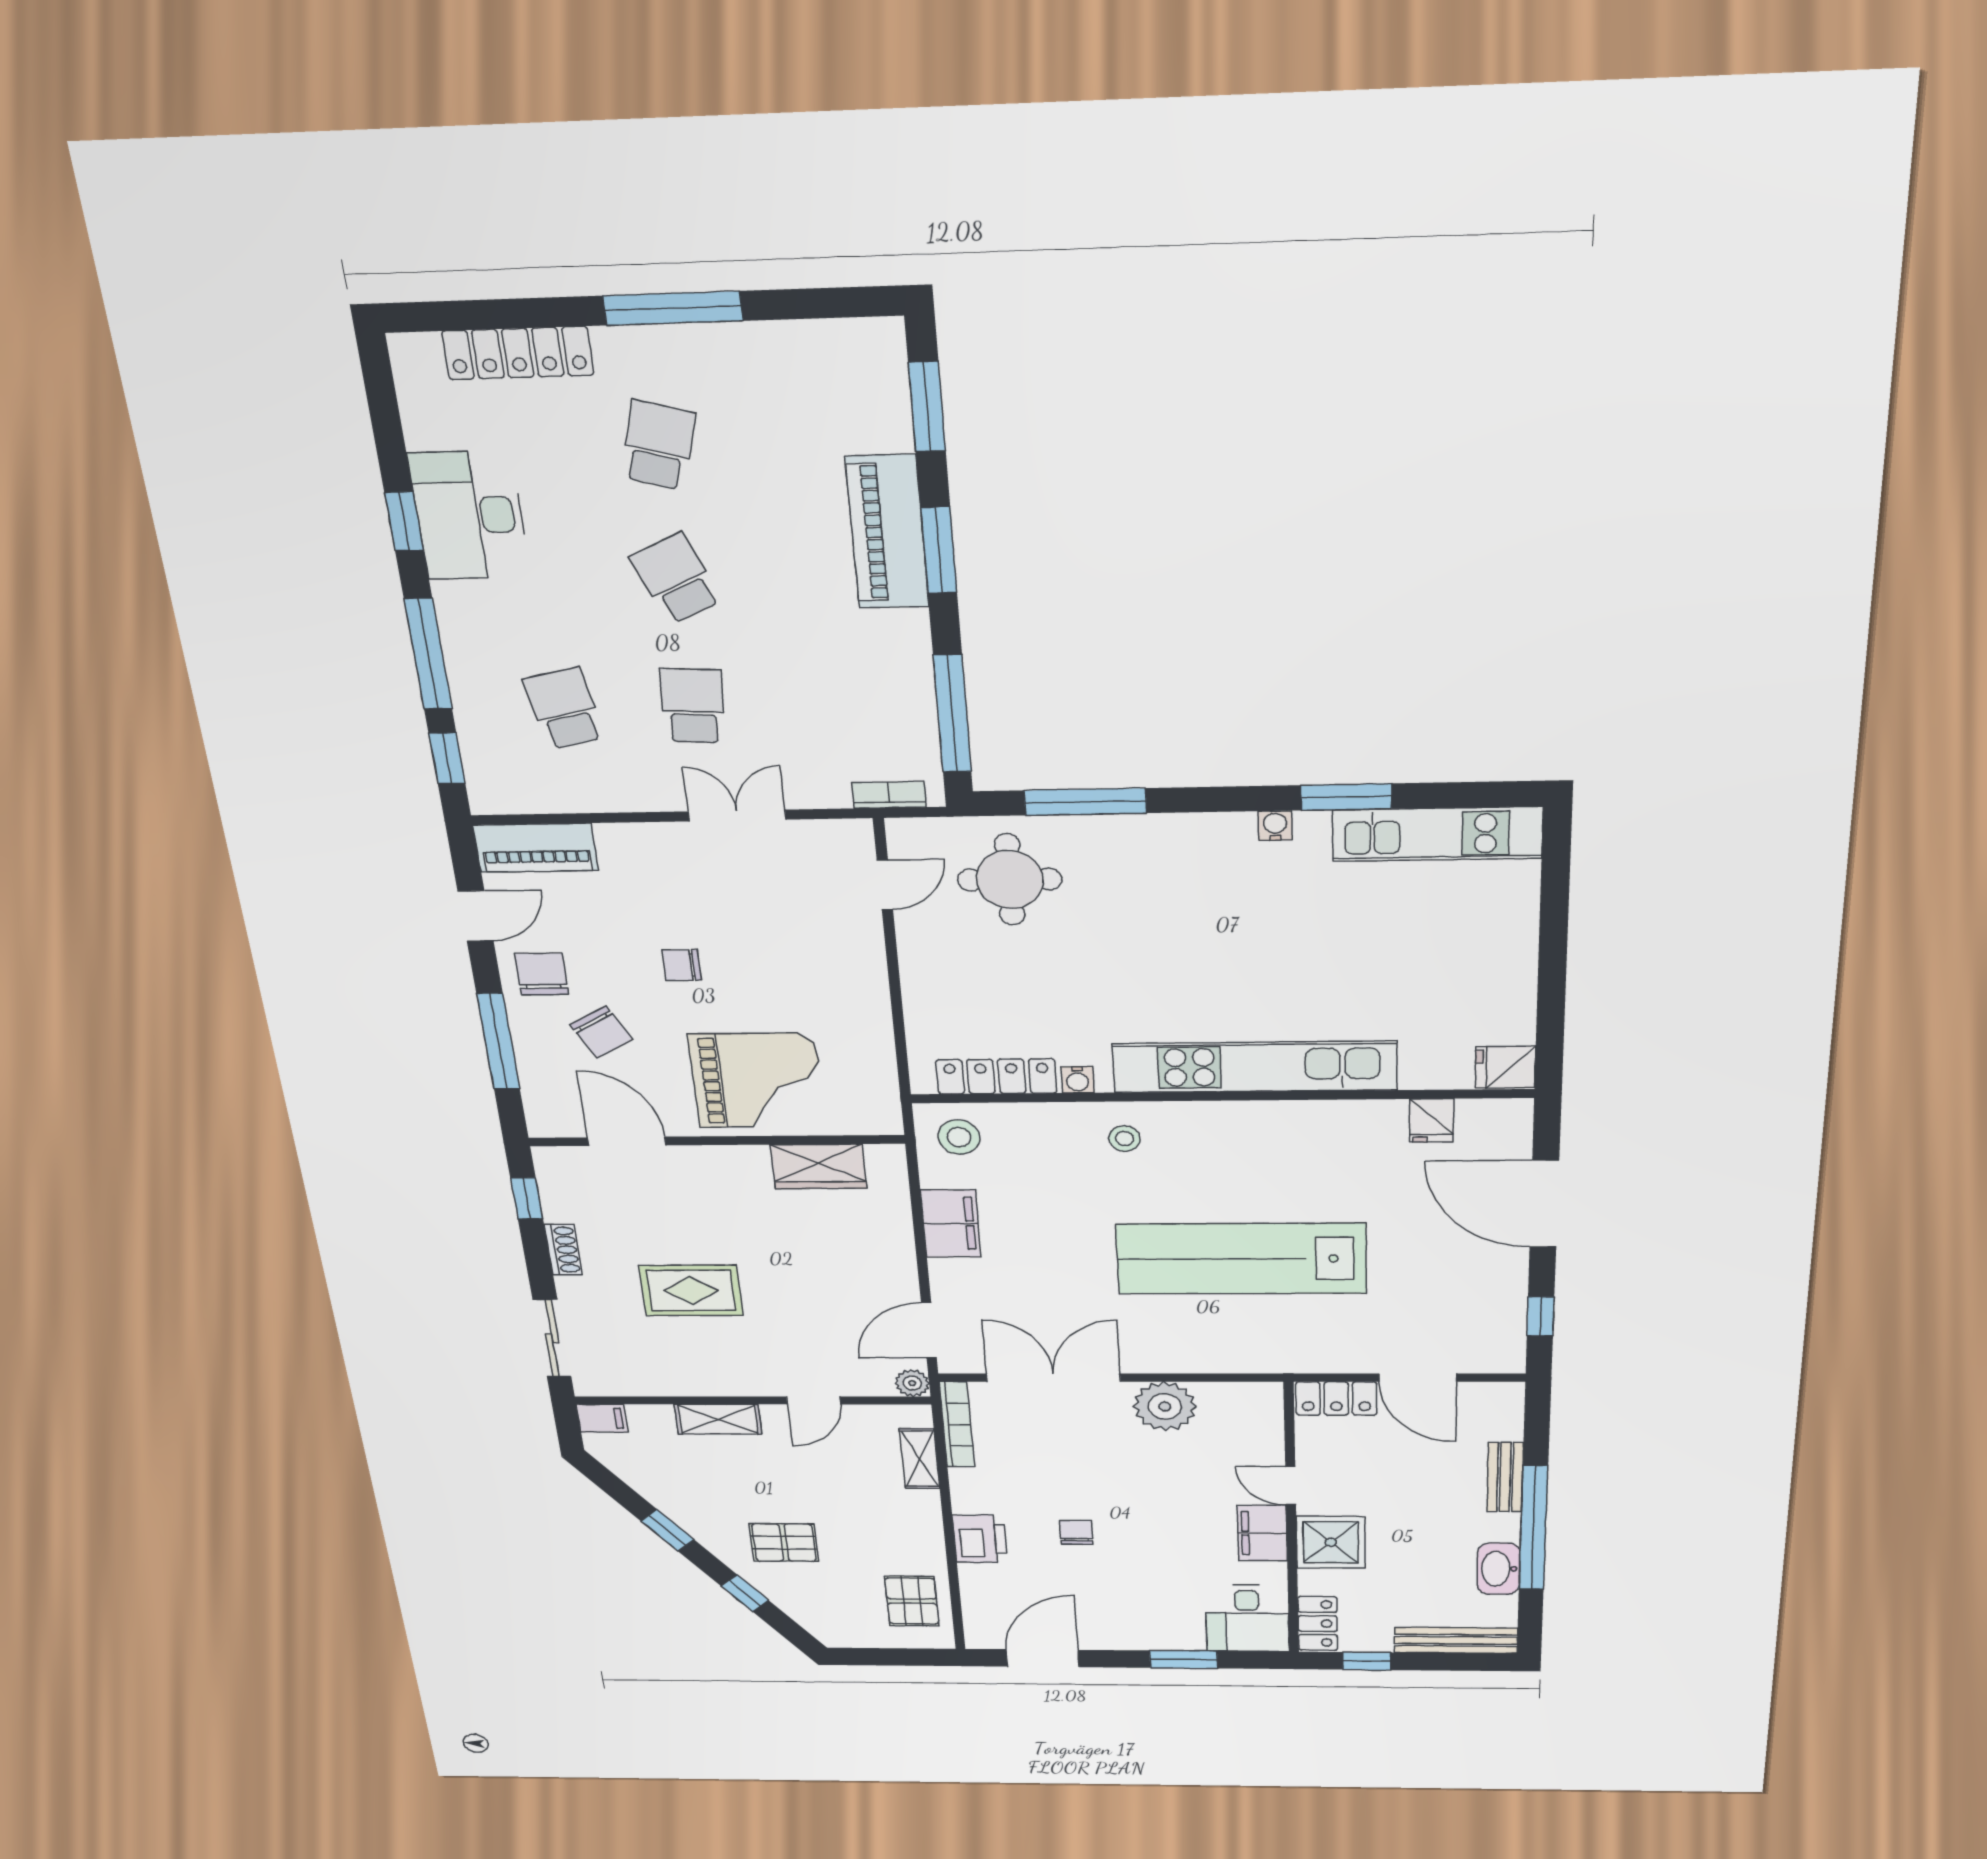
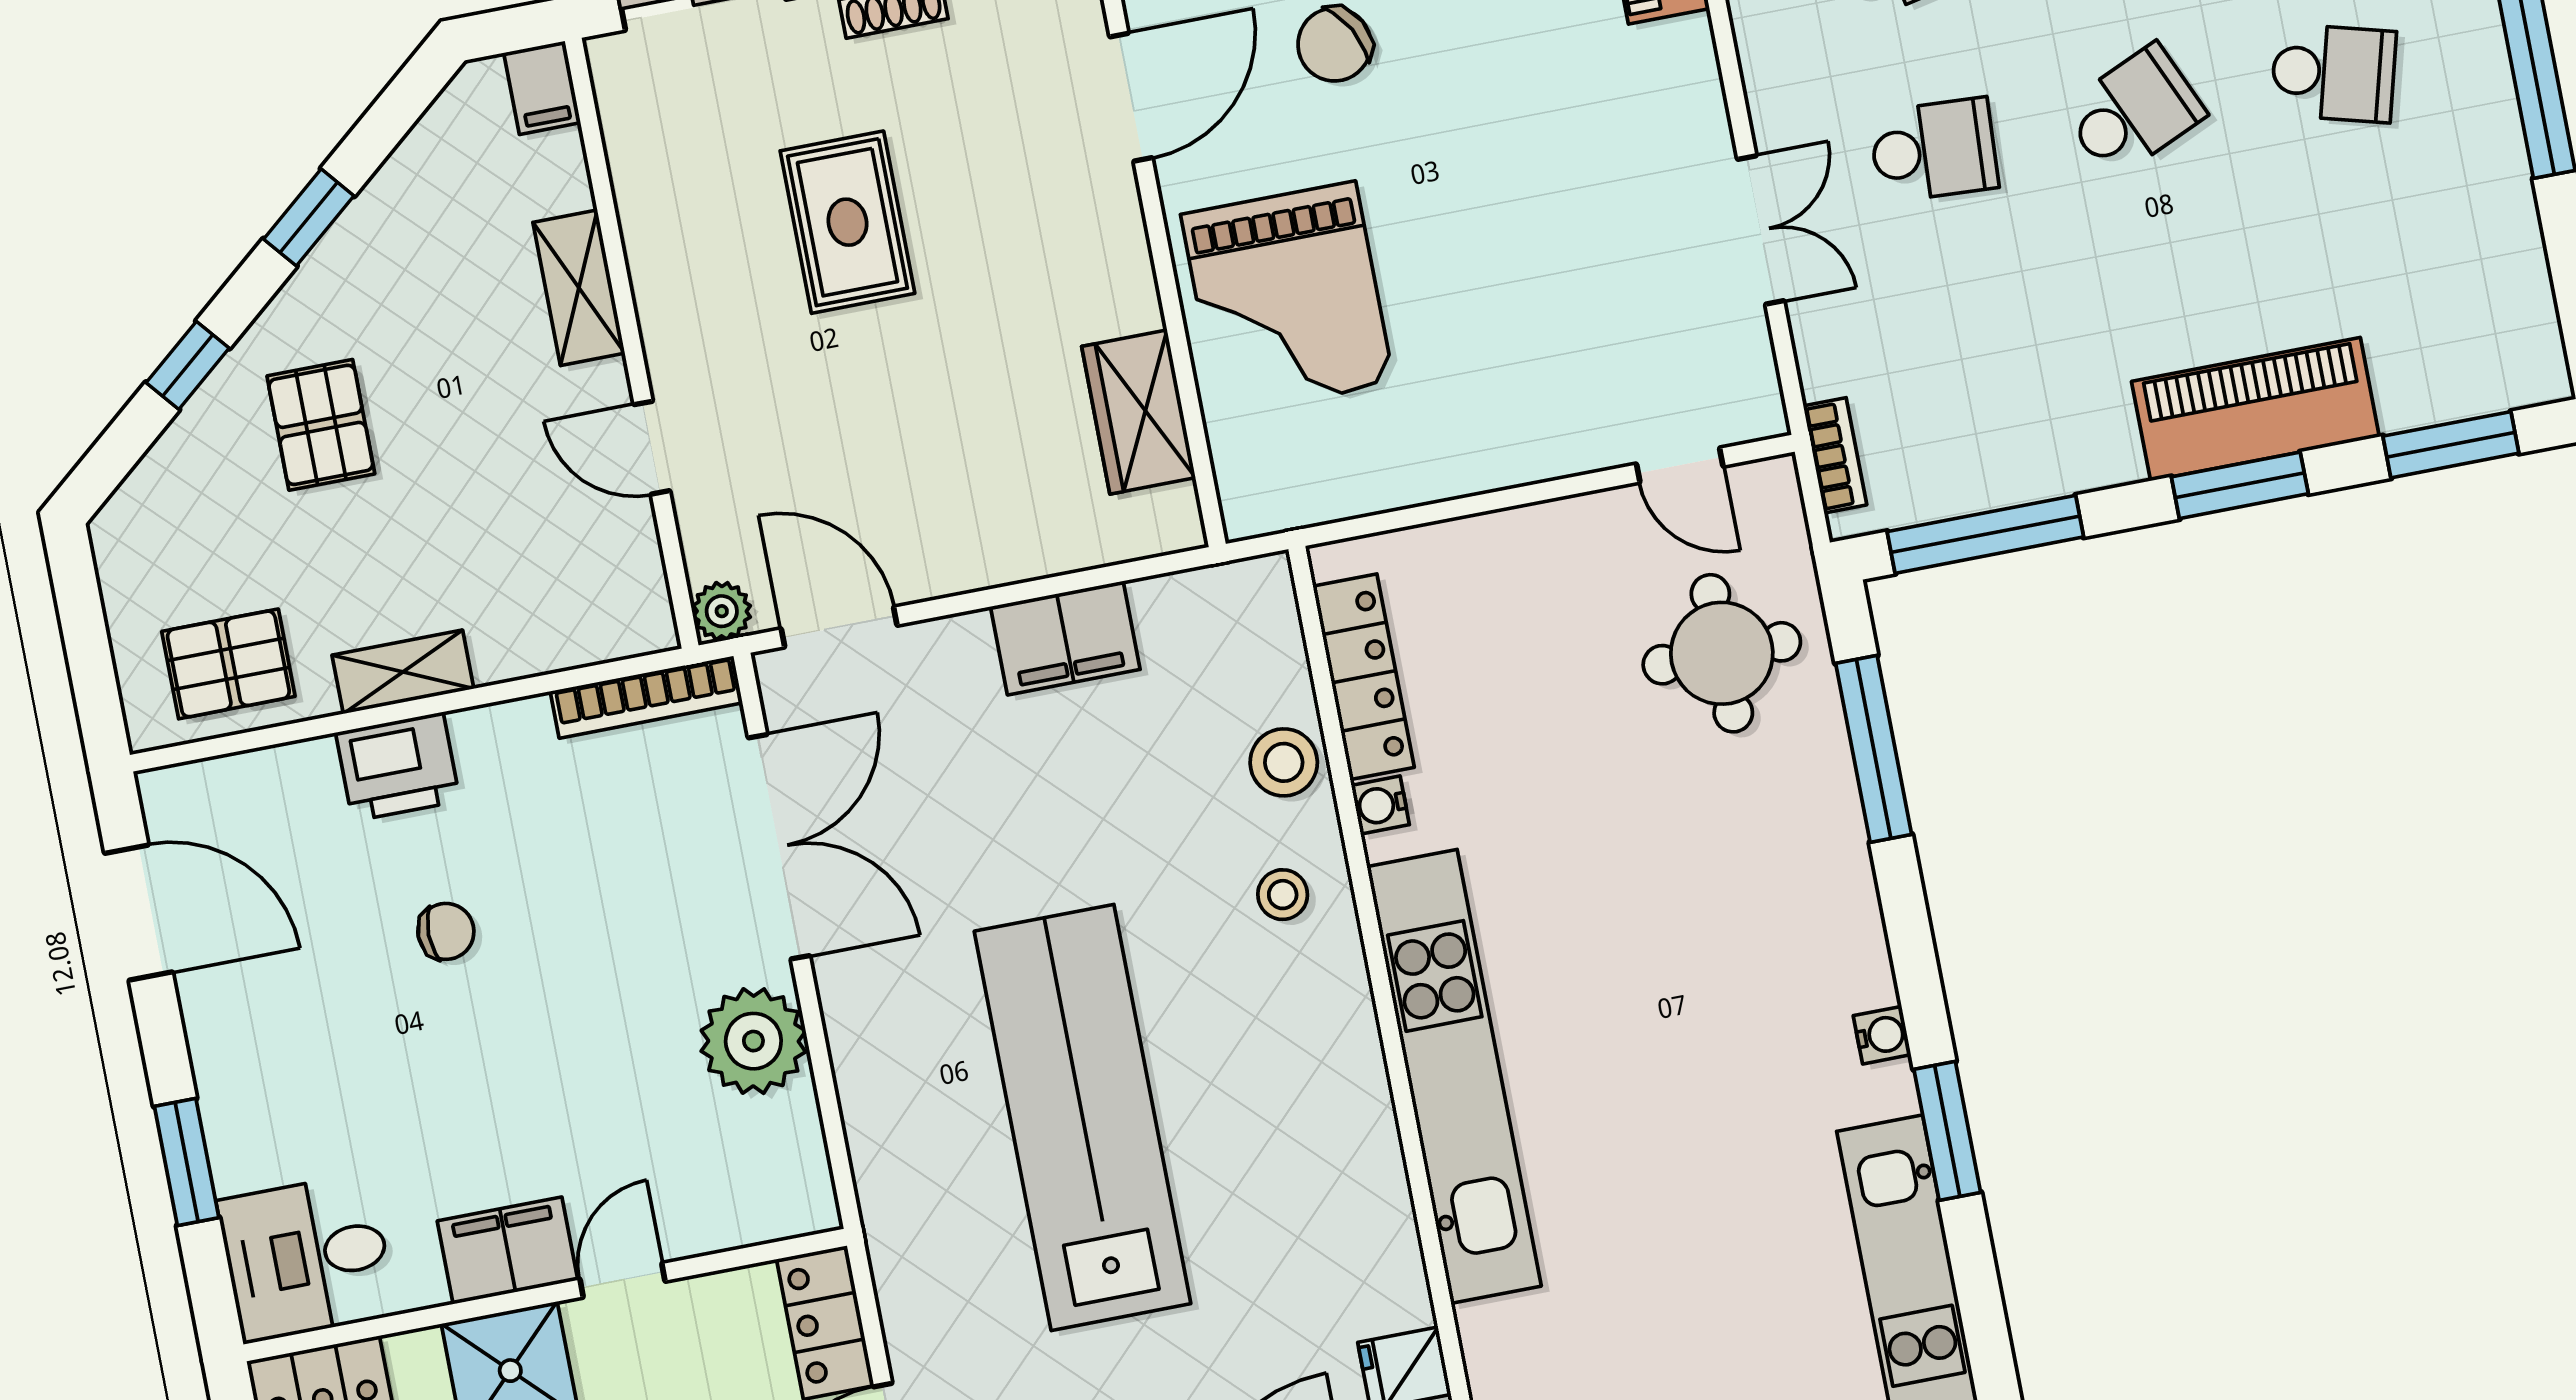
chair: (682, 965) -> (1481, 164), removed
stool: (959, 1137) -> (1284, 762), moved
shelving: (920, 1459) -> (403, 672), moved

